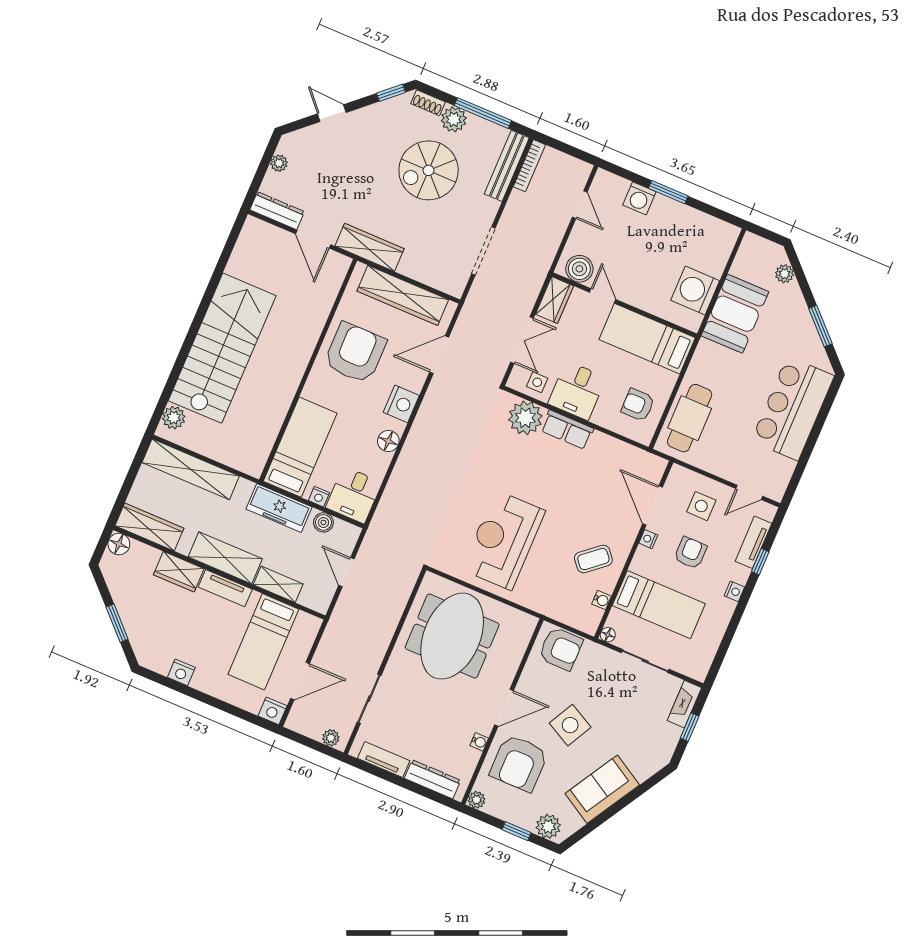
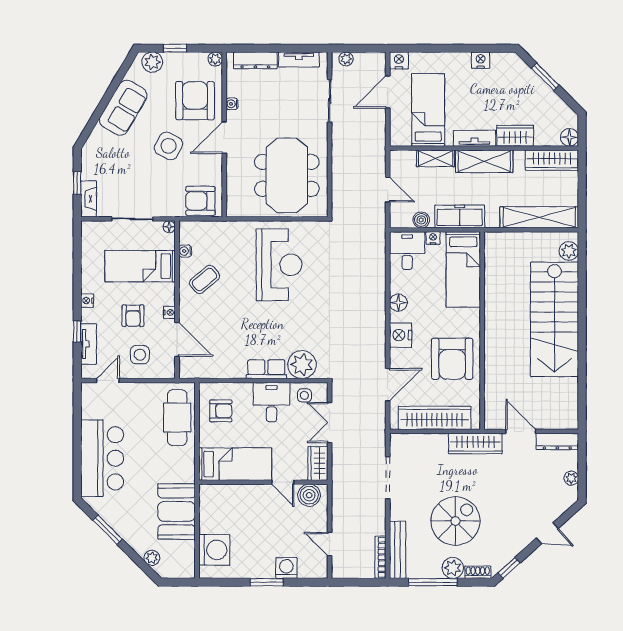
washing machine: (695, 290) -> (214, 550), moved

